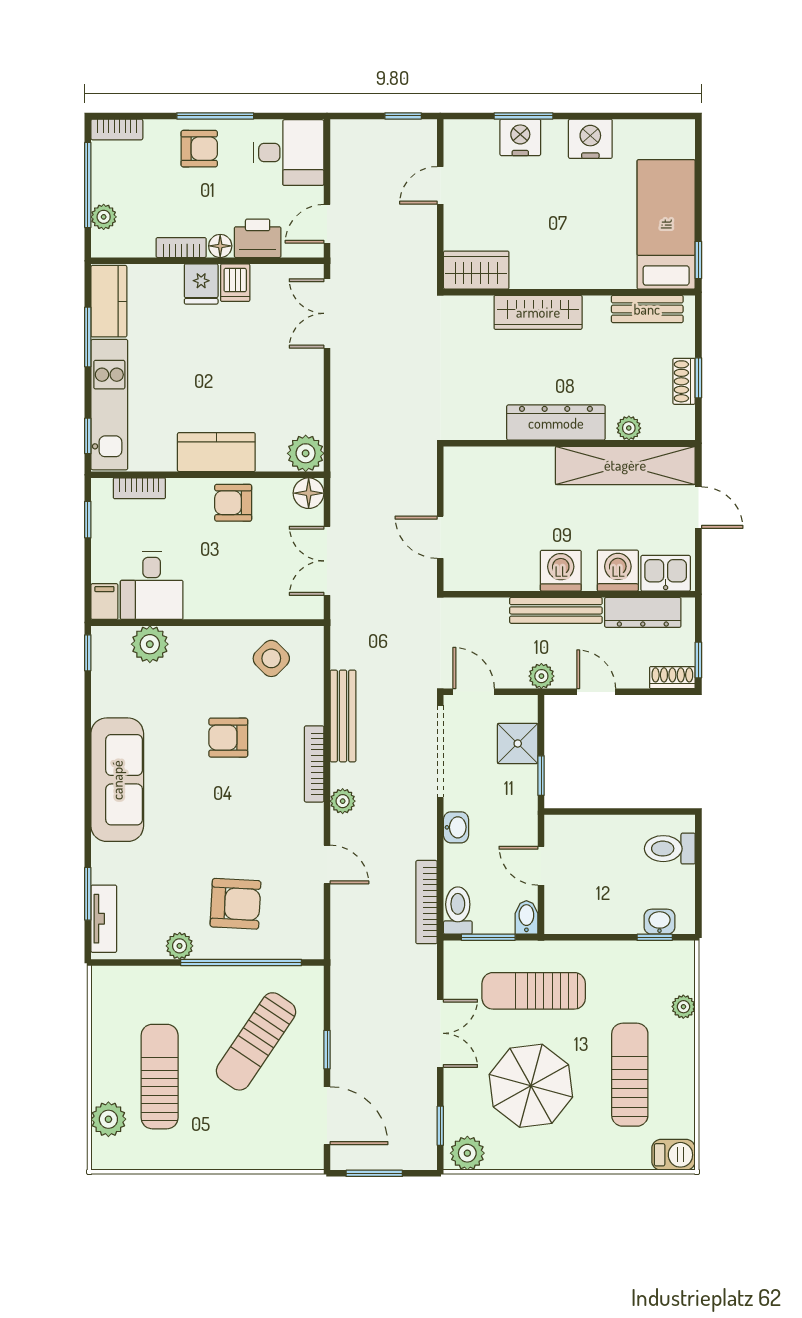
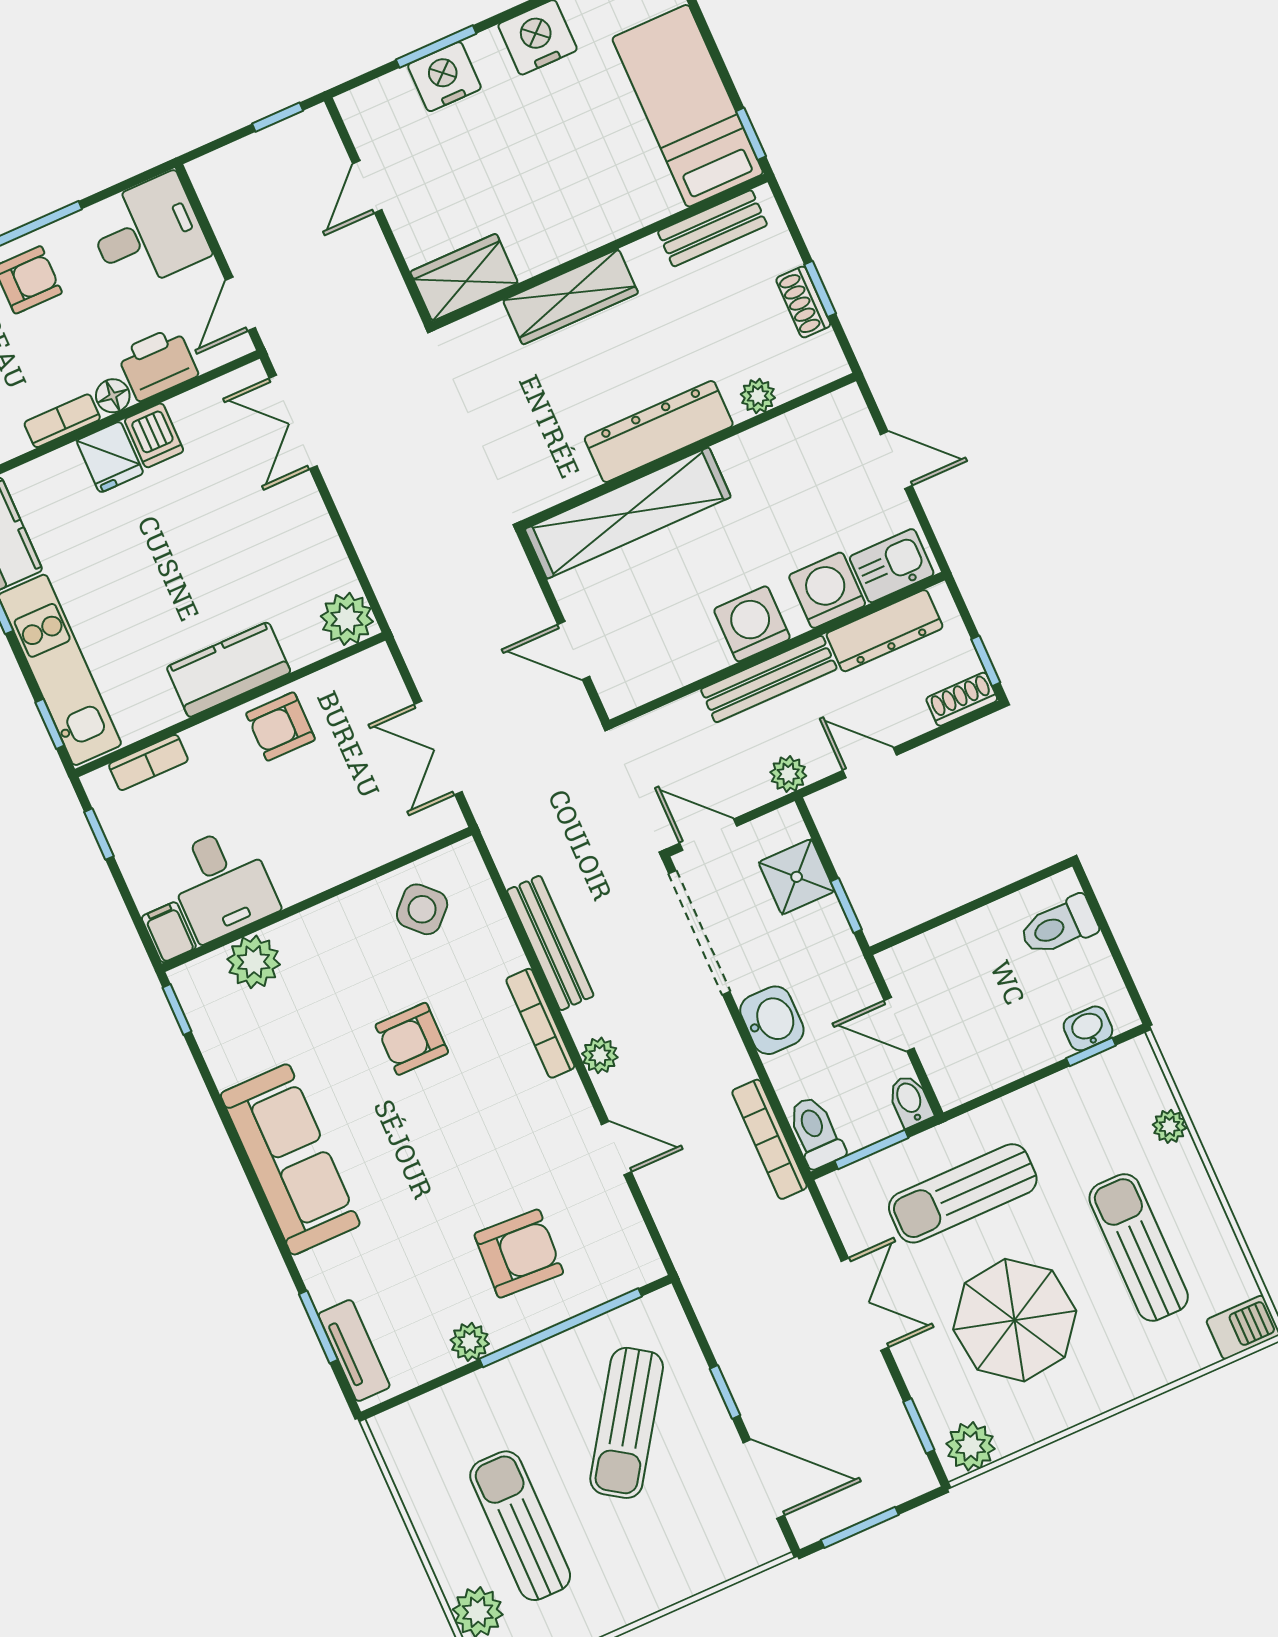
shelving: (625, 465) -> (628, 513), moved
floor lamp: (309, 493) -> (374, 670), removed
washbasin: (456, 827) -> (772, 1020), width x1.38, depth x1.45

